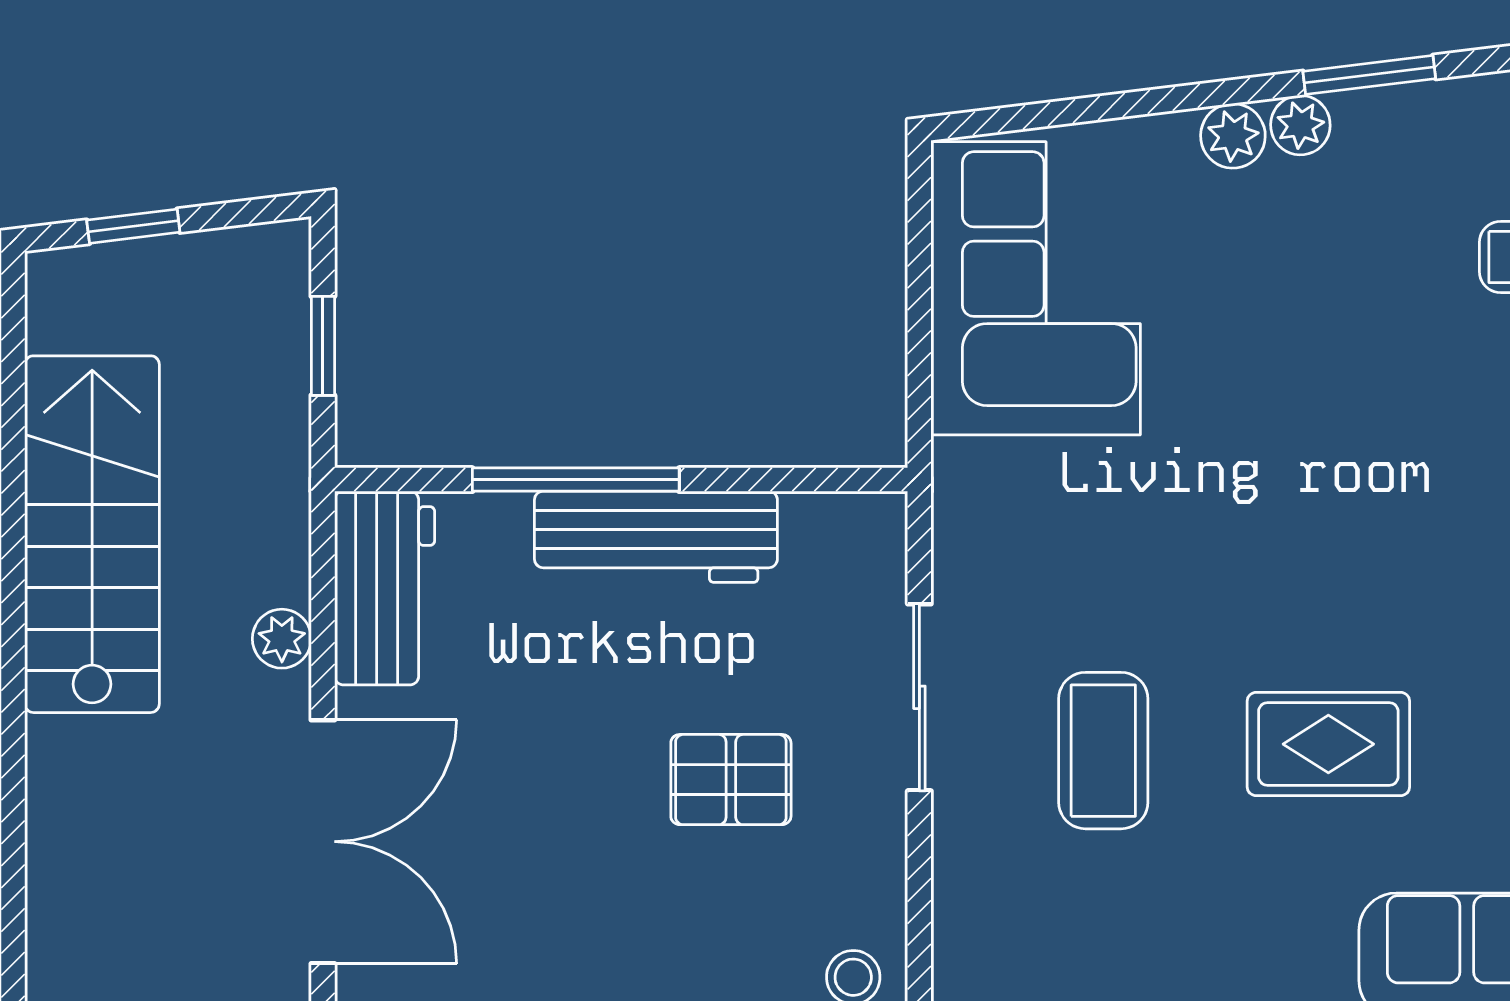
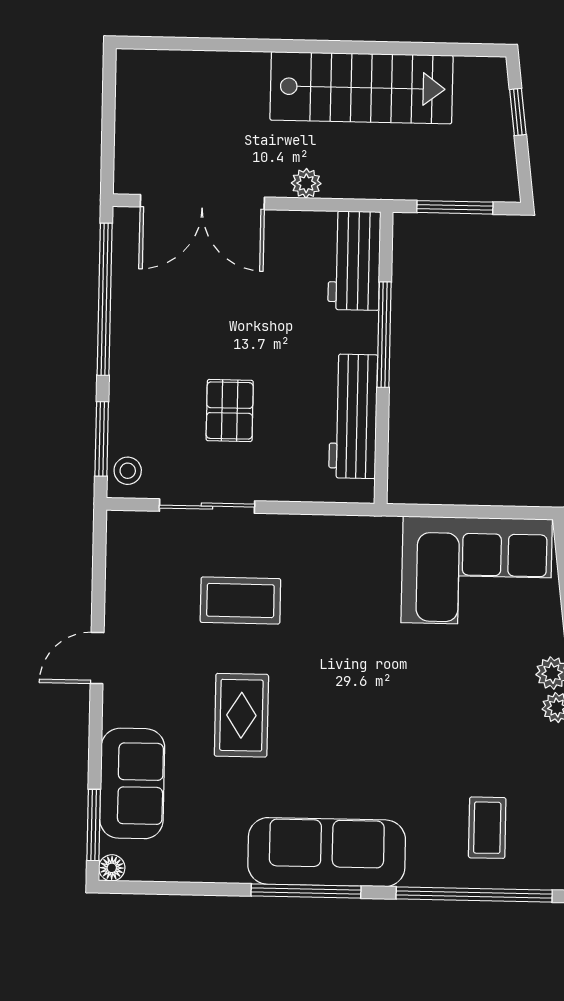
window: (323, 346) -> (455, 207), width x1.50
workbench: (656, 537) -> (353, 416), moved
workbench: (385, 588) -> (354, 261), moved, turned 90
sliding door: (919, 697) -> (207, 506), moved

